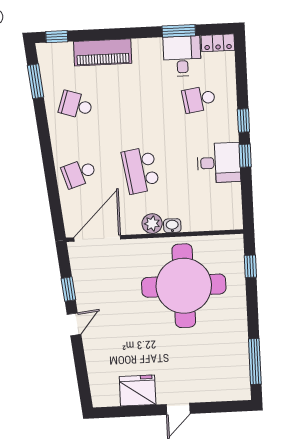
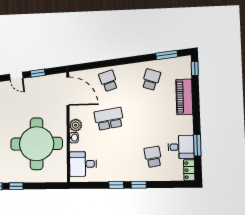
desk: (219, 163) -> (83, 164), moved, turned 90
window: (250, 266) -> (16, 186), moved

